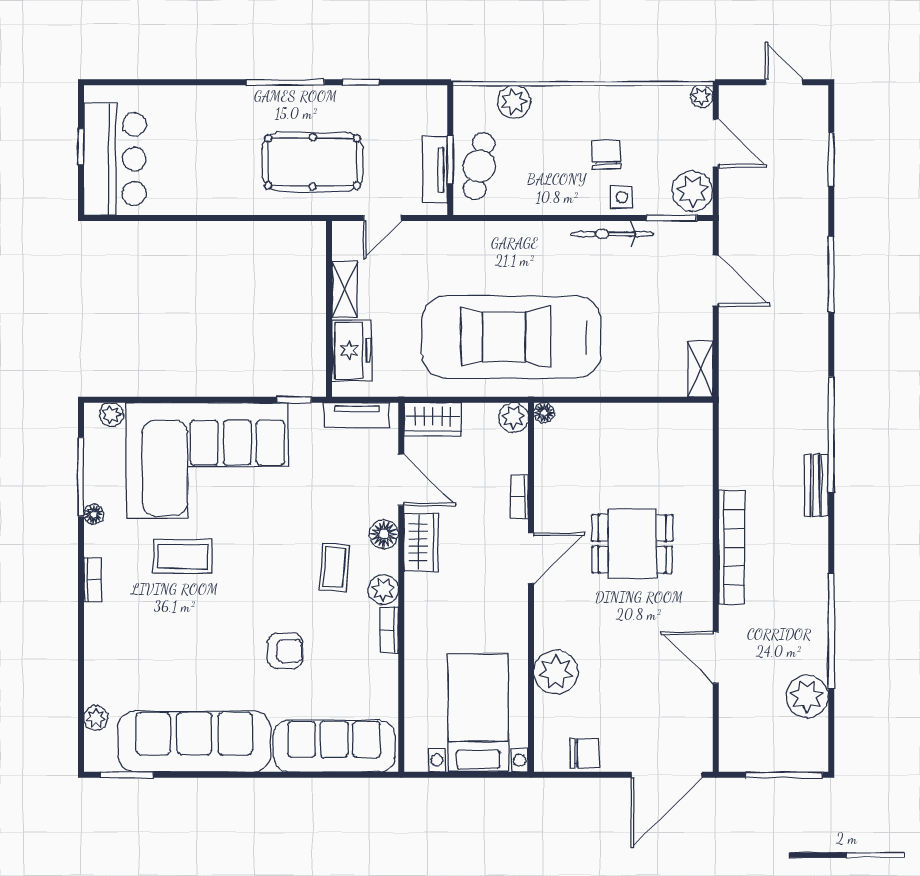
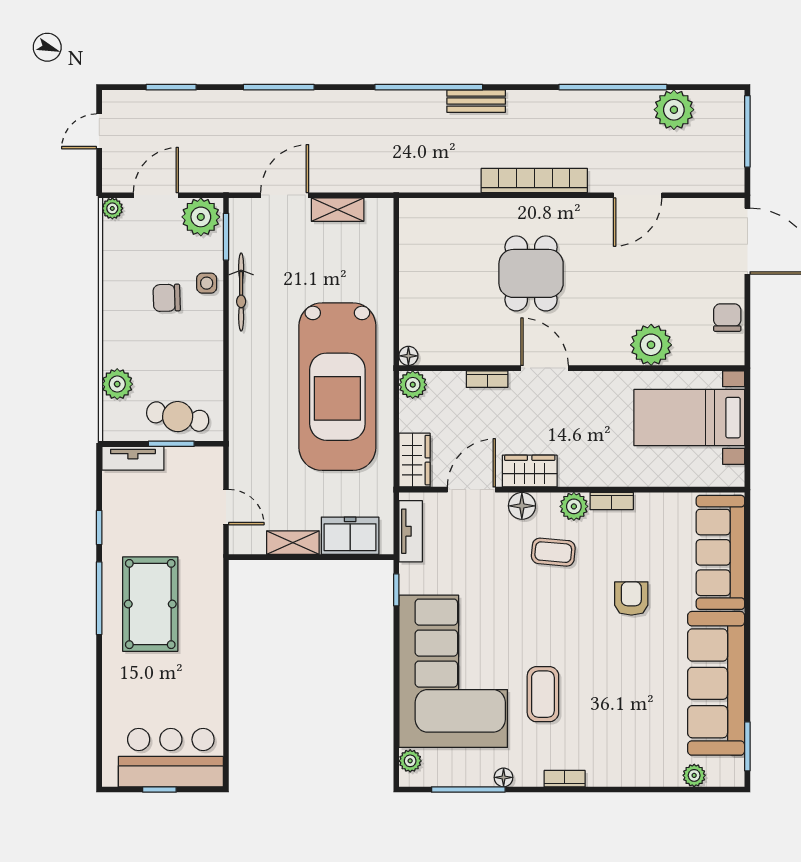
pool table: (313, 162) -> (150, 604), moved
tv unit: (435, 170) -> (133, 458), moved
shelving: (700, 369) -> (338, 210), moved

